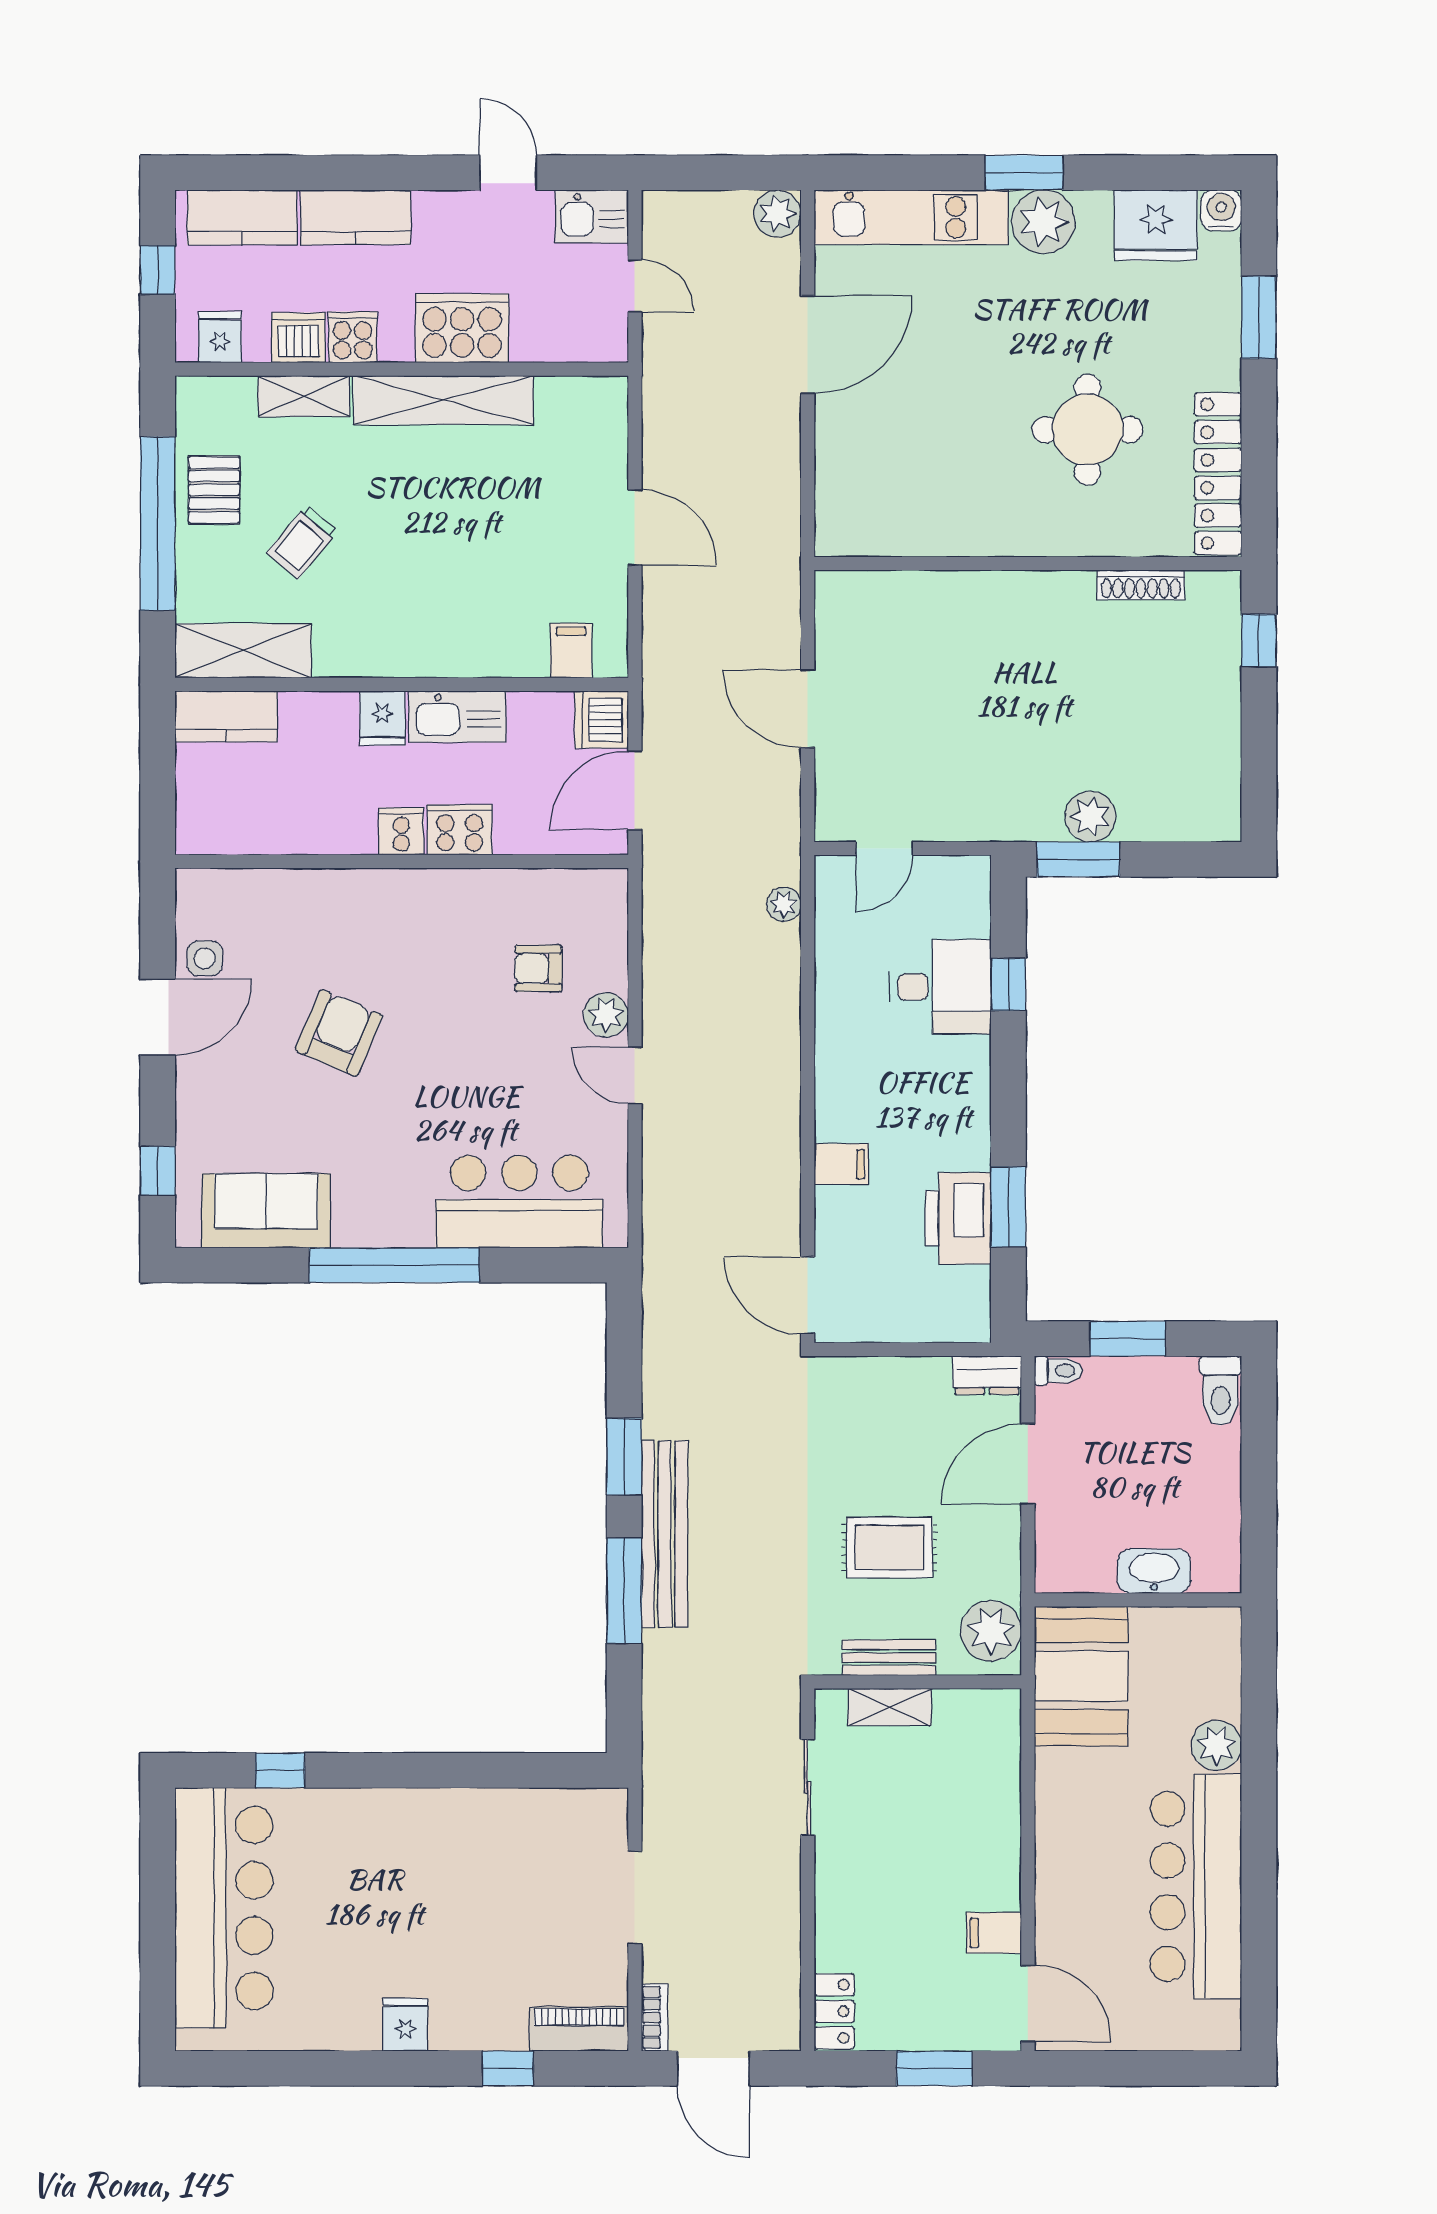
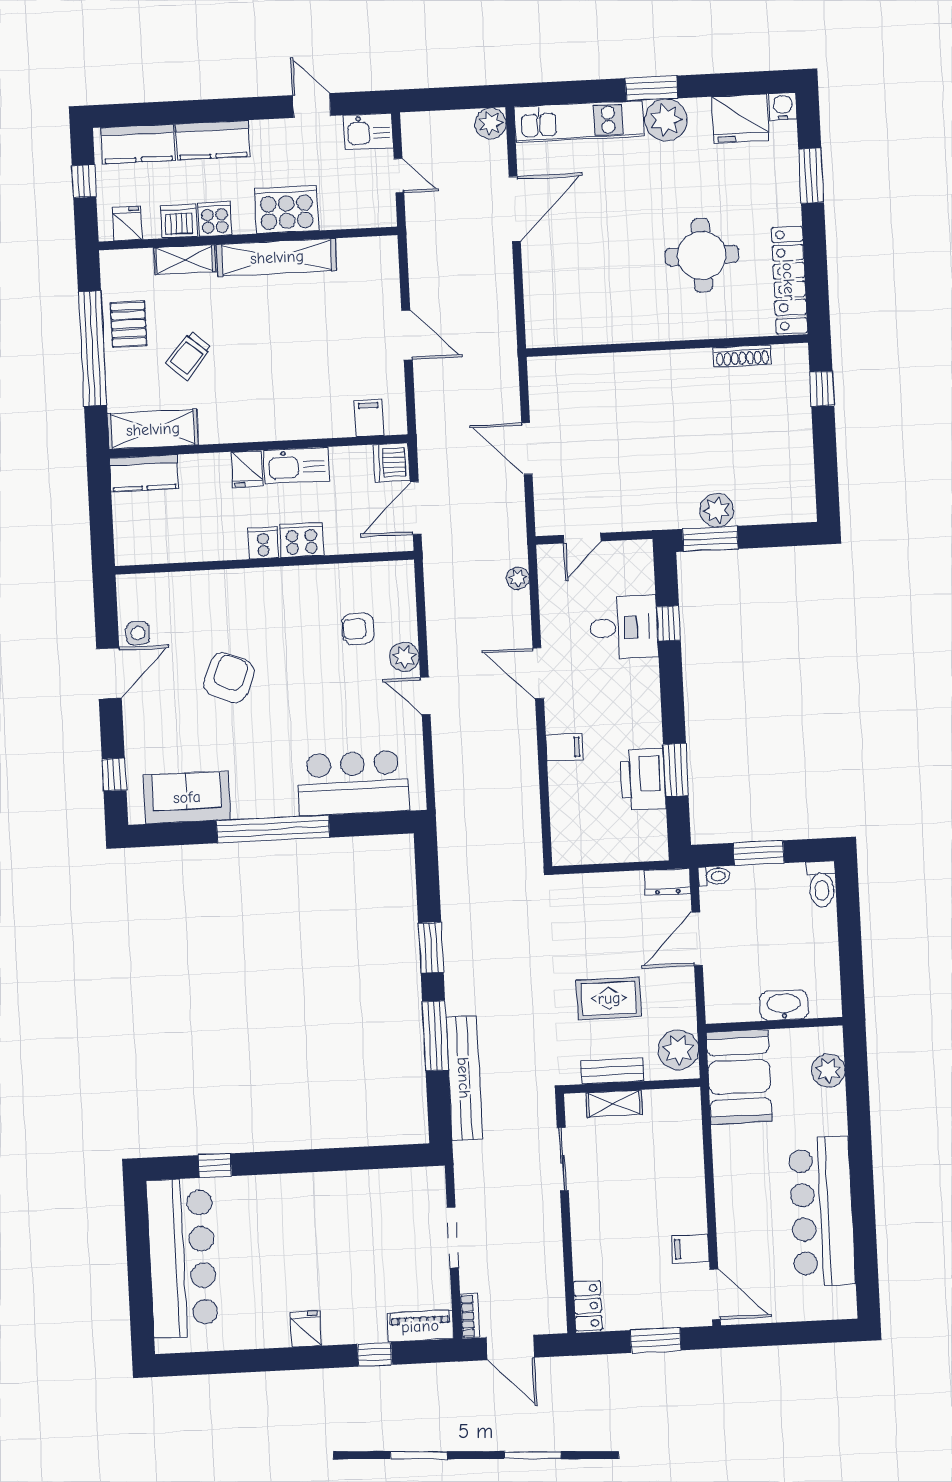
door: (808, 1295) -> (538, 673), moved
bench: (665, 1534) -> (464, 1078), moved
plant: (1216, 1745) -> (828, 1070), moved

